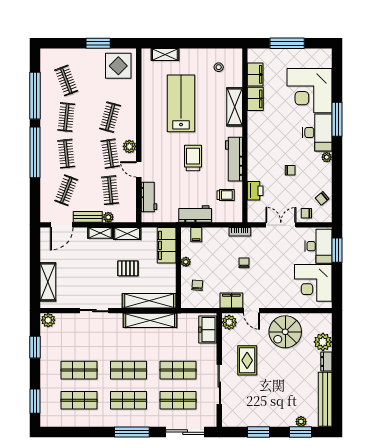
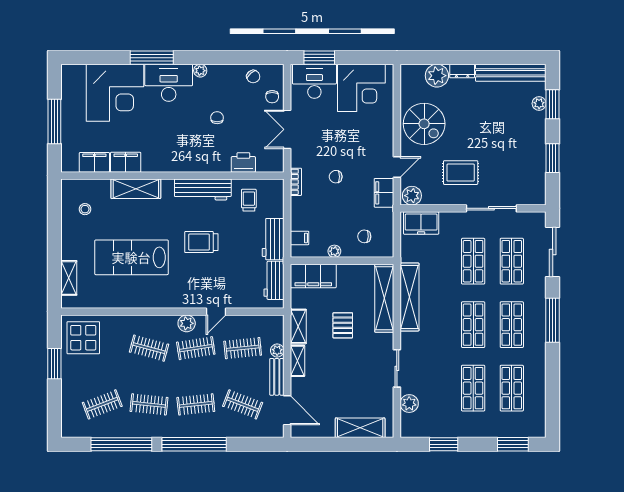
workbench: (149, 197) -> (274, 280), moved, turned -90
plant: (48, 320) -> (409, 404), moved

